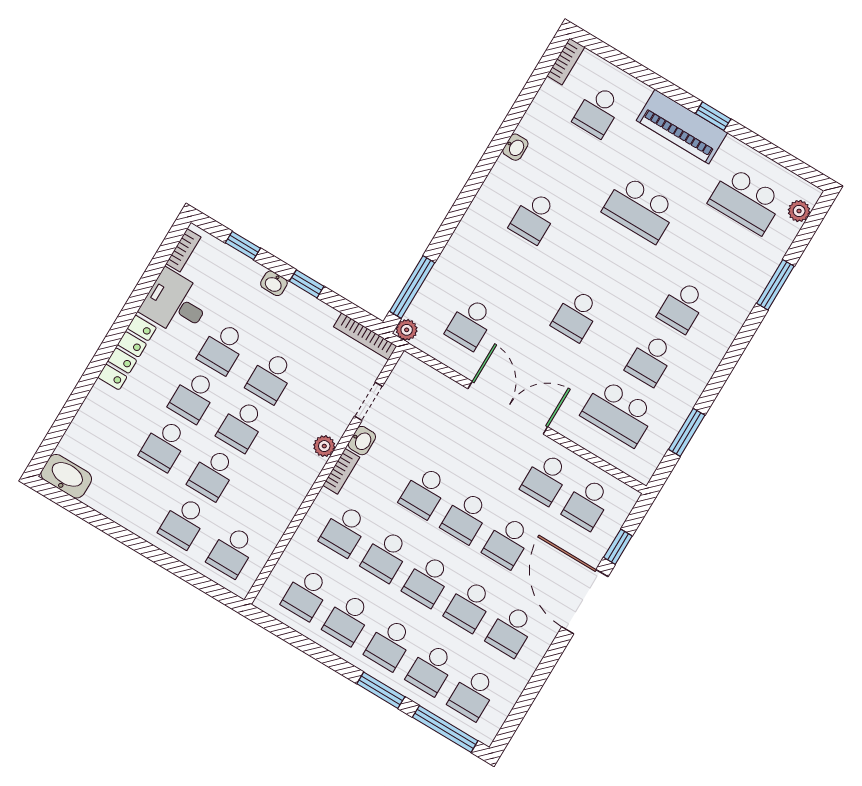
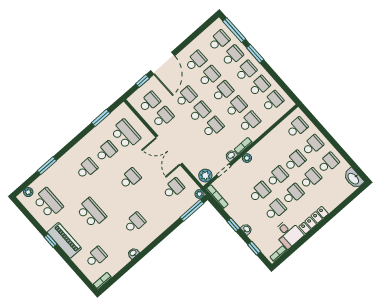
plant: (407, 376) -> (205, 176), added
school desk: (135, 493) -> (328, 163), added

